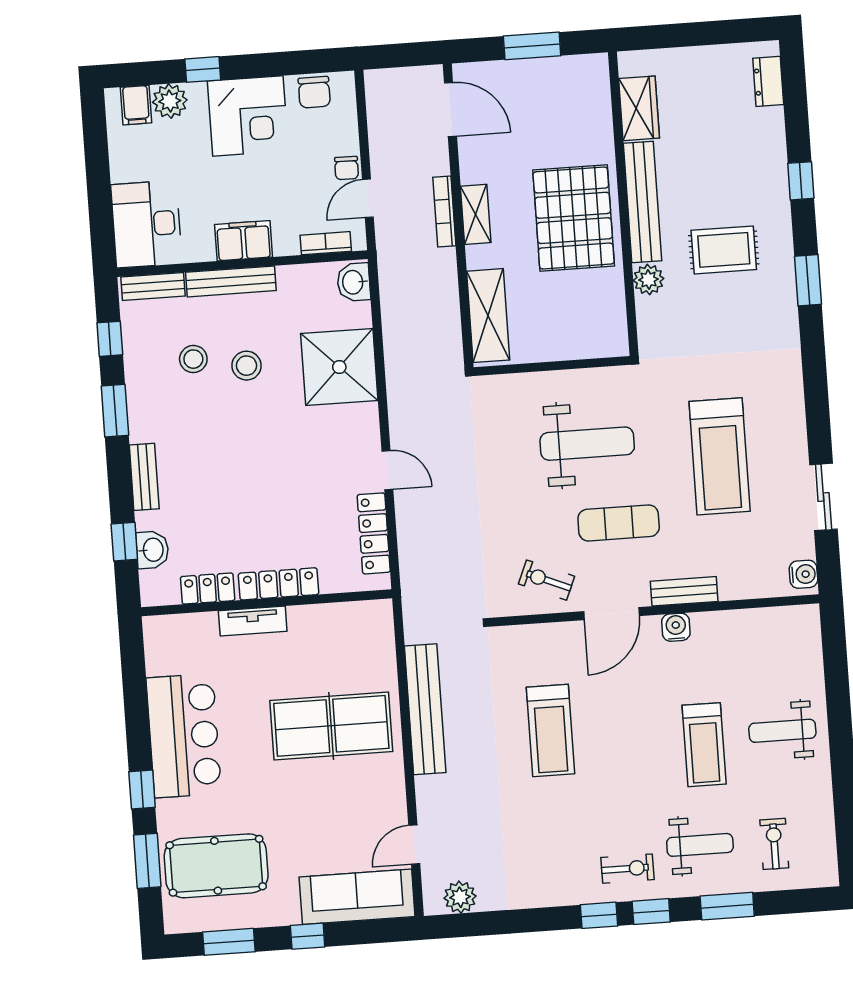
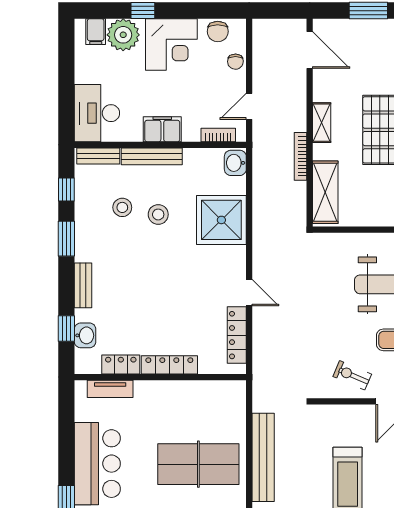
plant: (170, 101) -> (123, 35), width x1.36, depth x1.36
chair: (347, 168) -> (235, 62), moved
bookcase: (444, 212) -> (301, 156), moved
tv unit: (253, 621) -> (110, 389), moved

